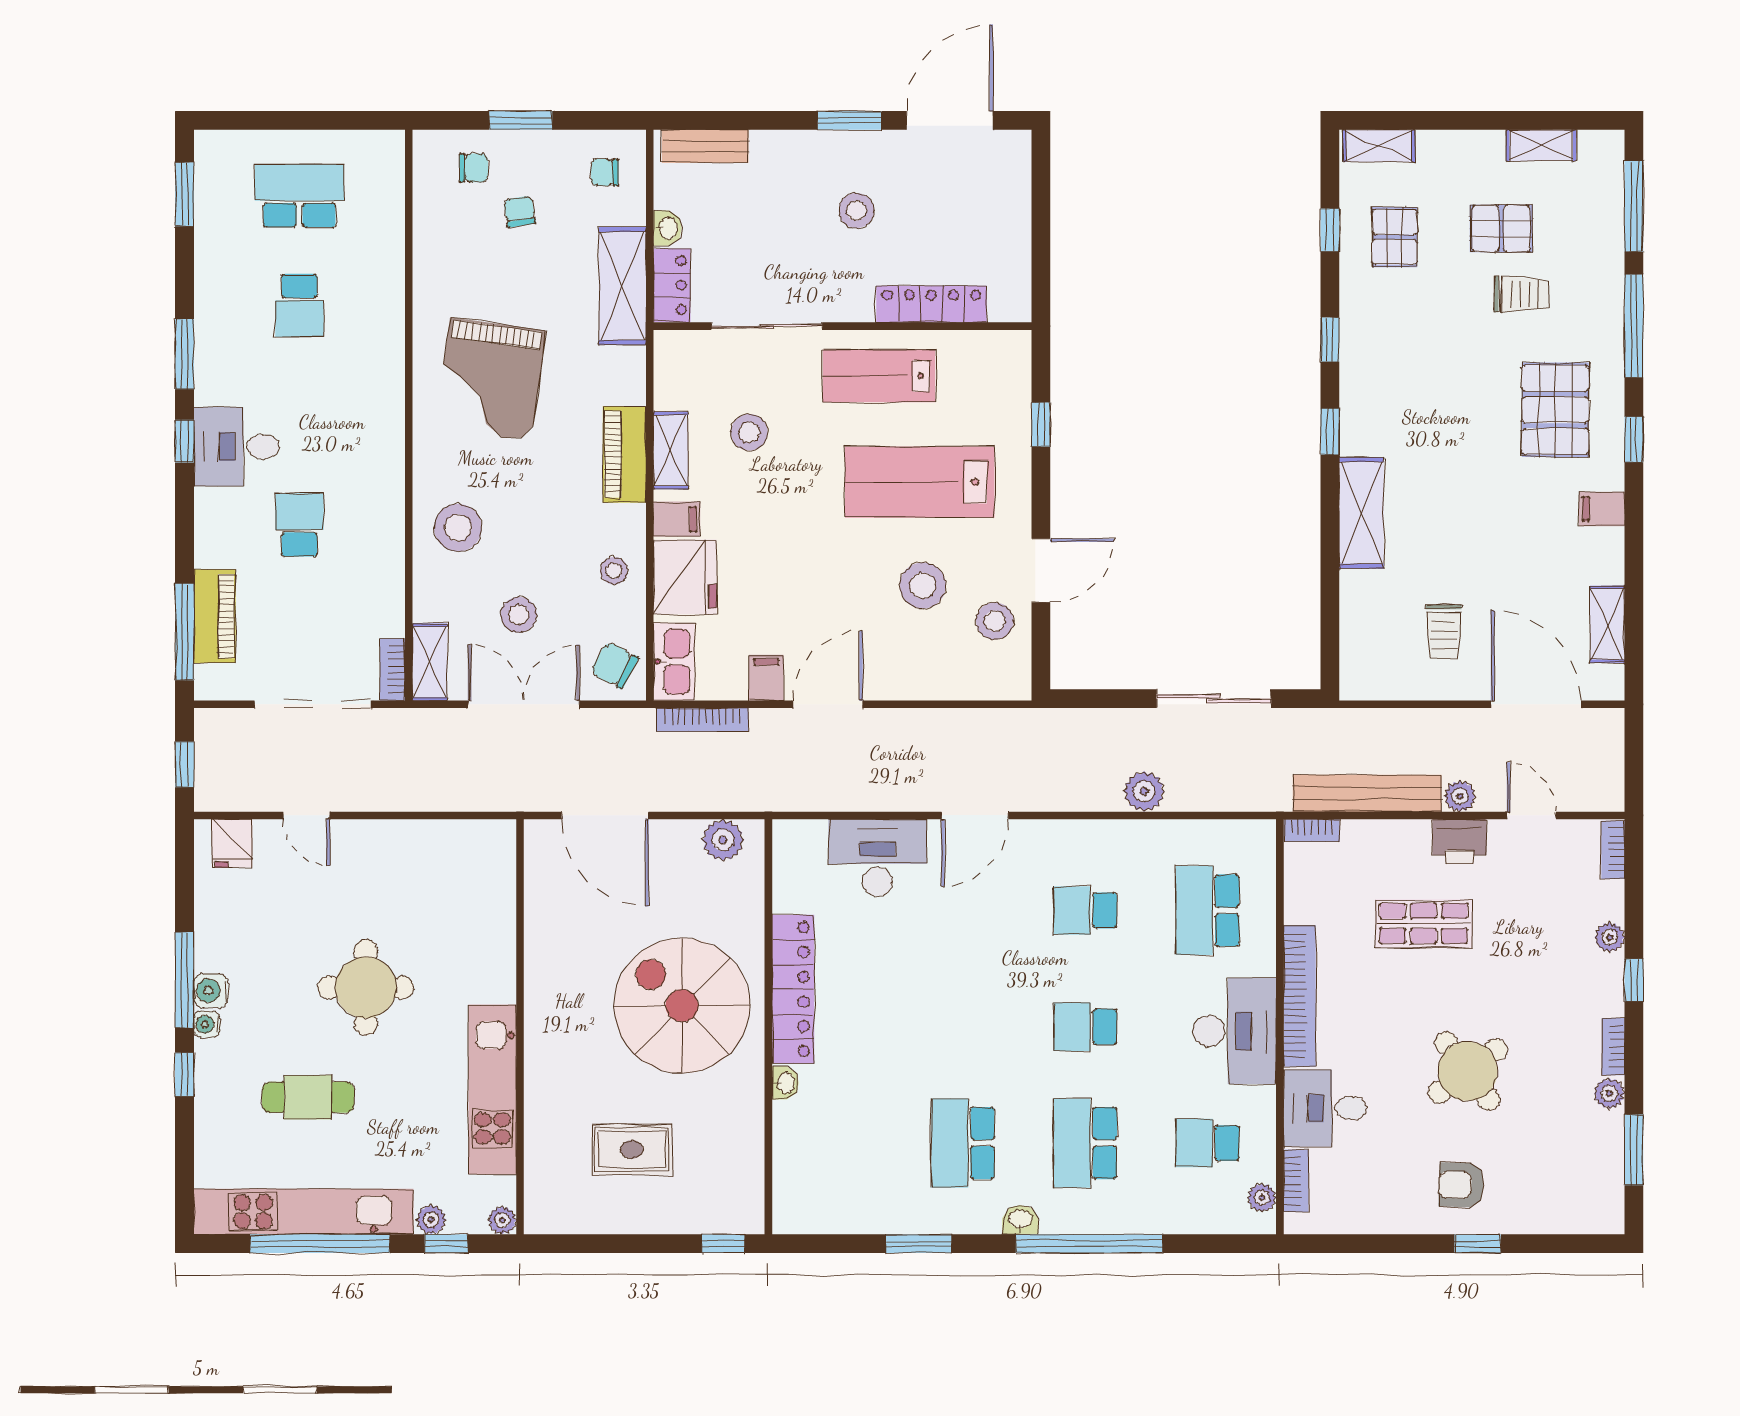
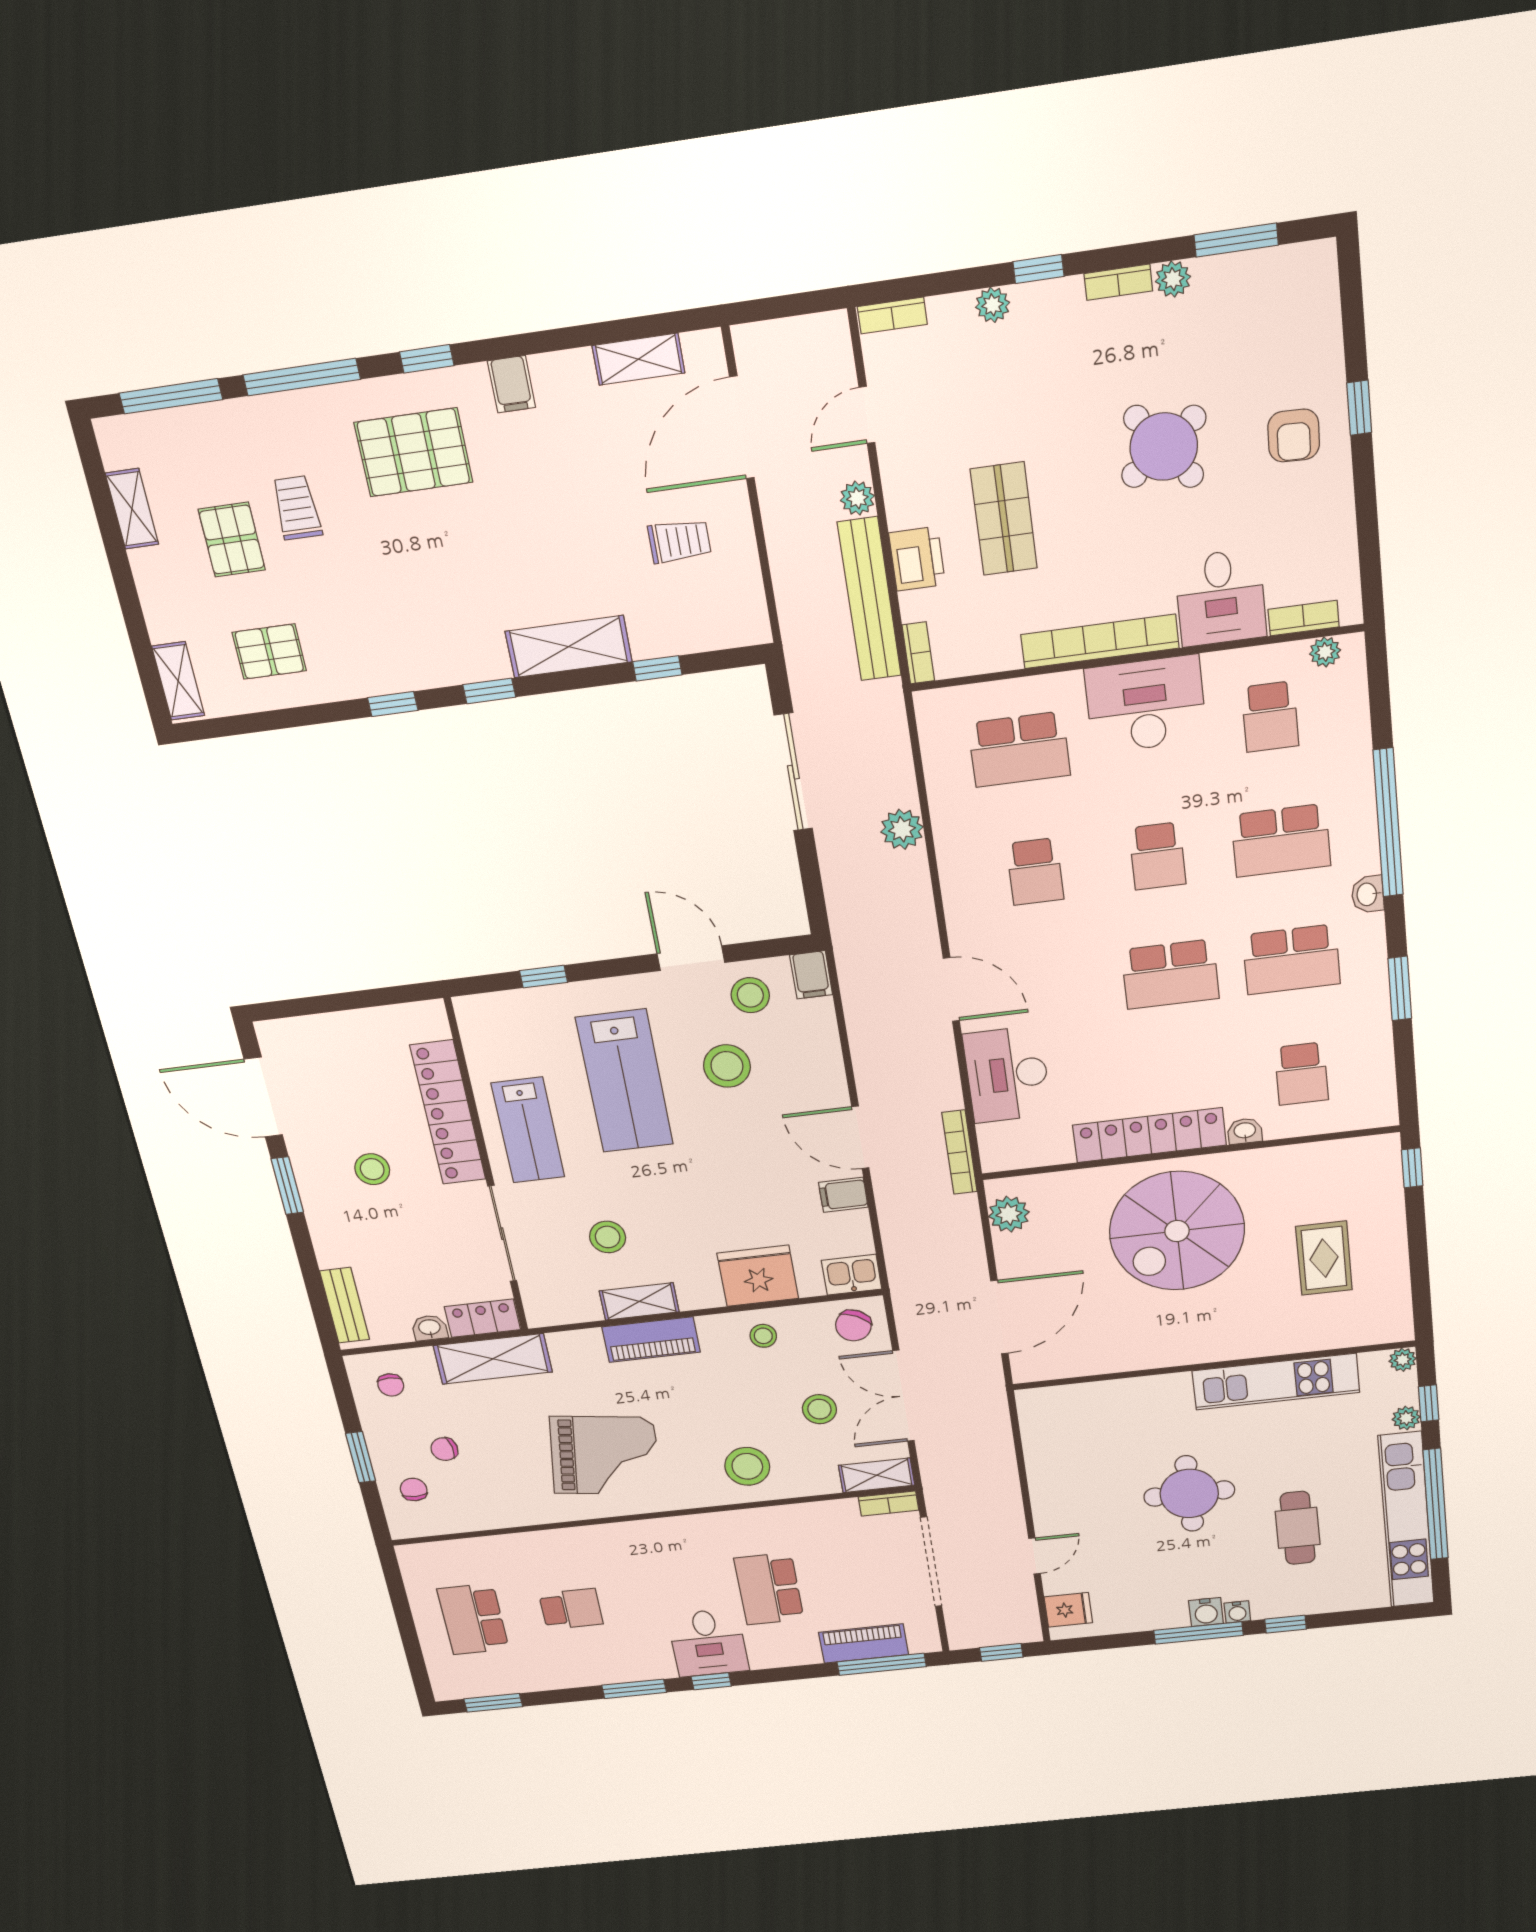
window: (1330, 230) -> (657, 668), moved
locker: (931, 304) -> (448, 1113), width x1.41, depth x1.21
filing cabinet: (677, 519) -> (811, 975), moved, turned 180
school desk: (299, 525) -> (769, 1589), width x1.85
kitchen sink: (674, 662) -> (852, 1275), width x0.73
bookcase: (702, 720) -> (959, 1152), moved, turned 180
printer: (1460, 841) -> (917, 559), moved
school desk: (963, 1027) -> (1170, 974), added
school desk: (841, 1143) -> (1301, 1074), added

